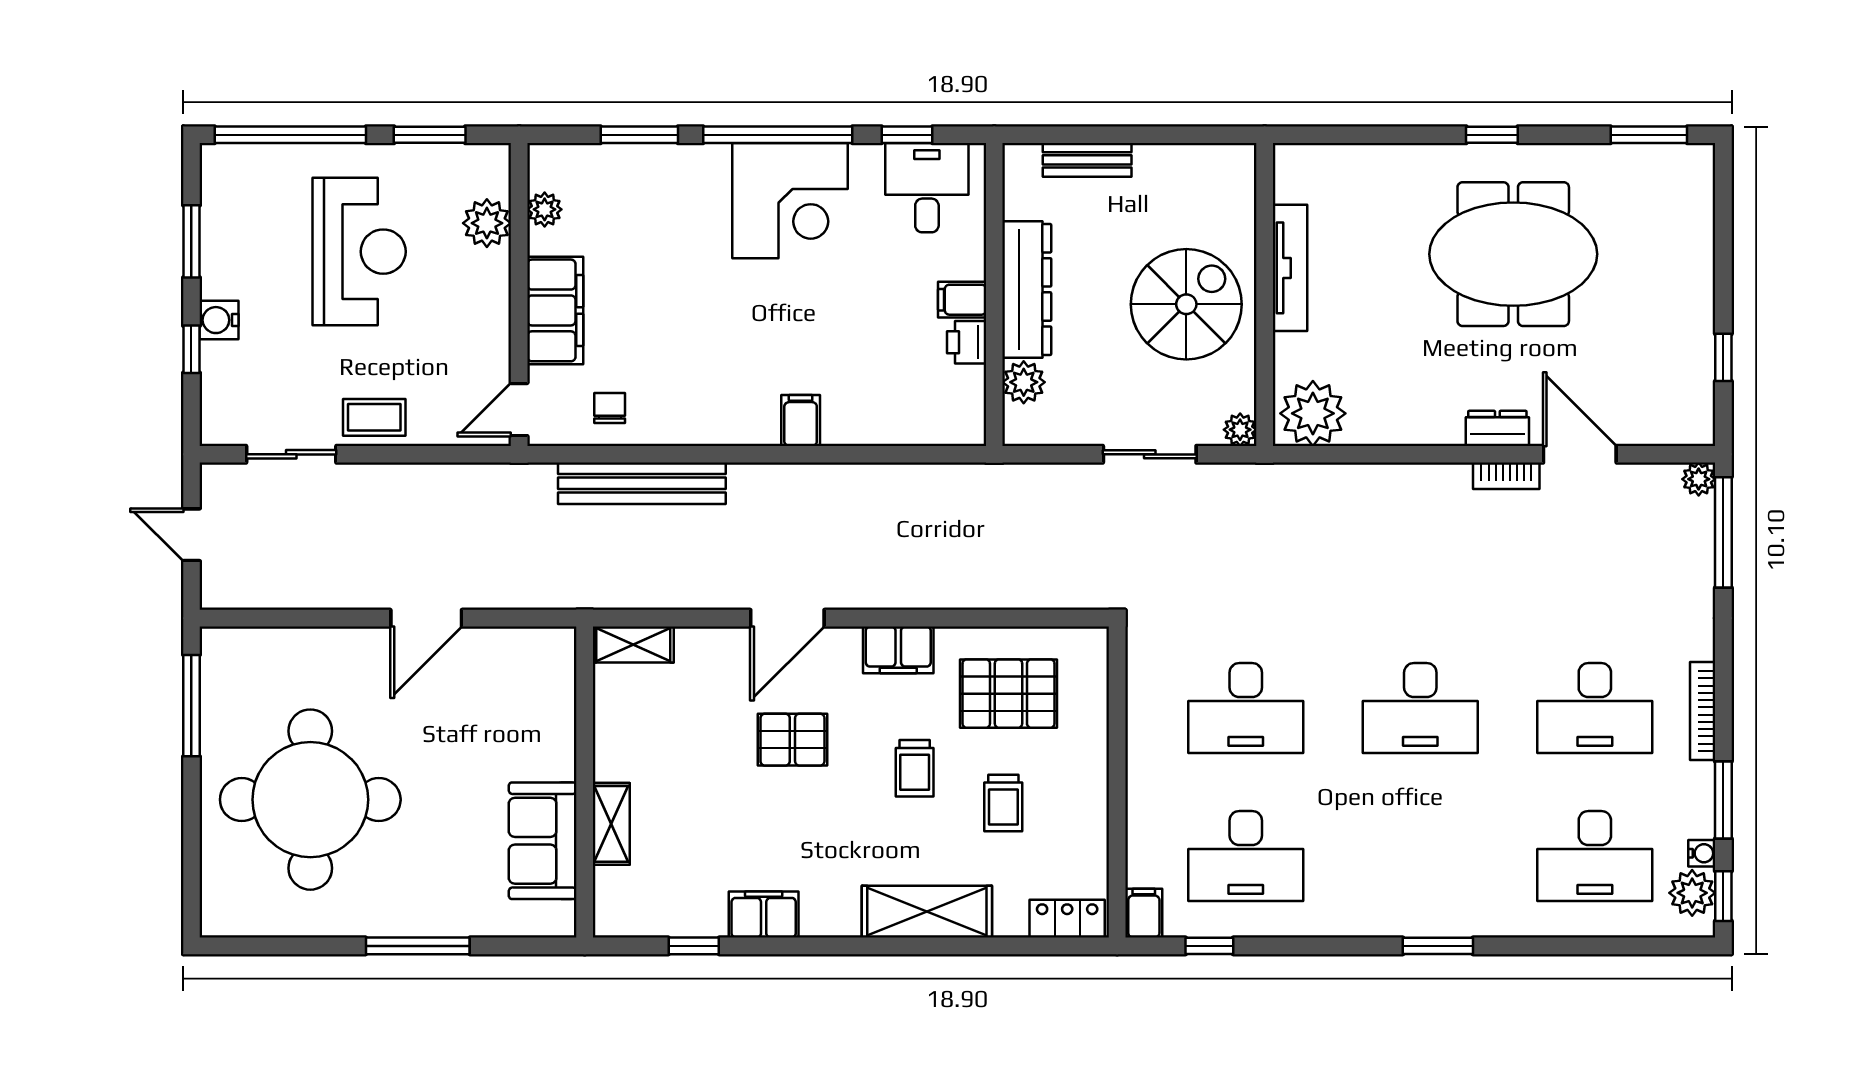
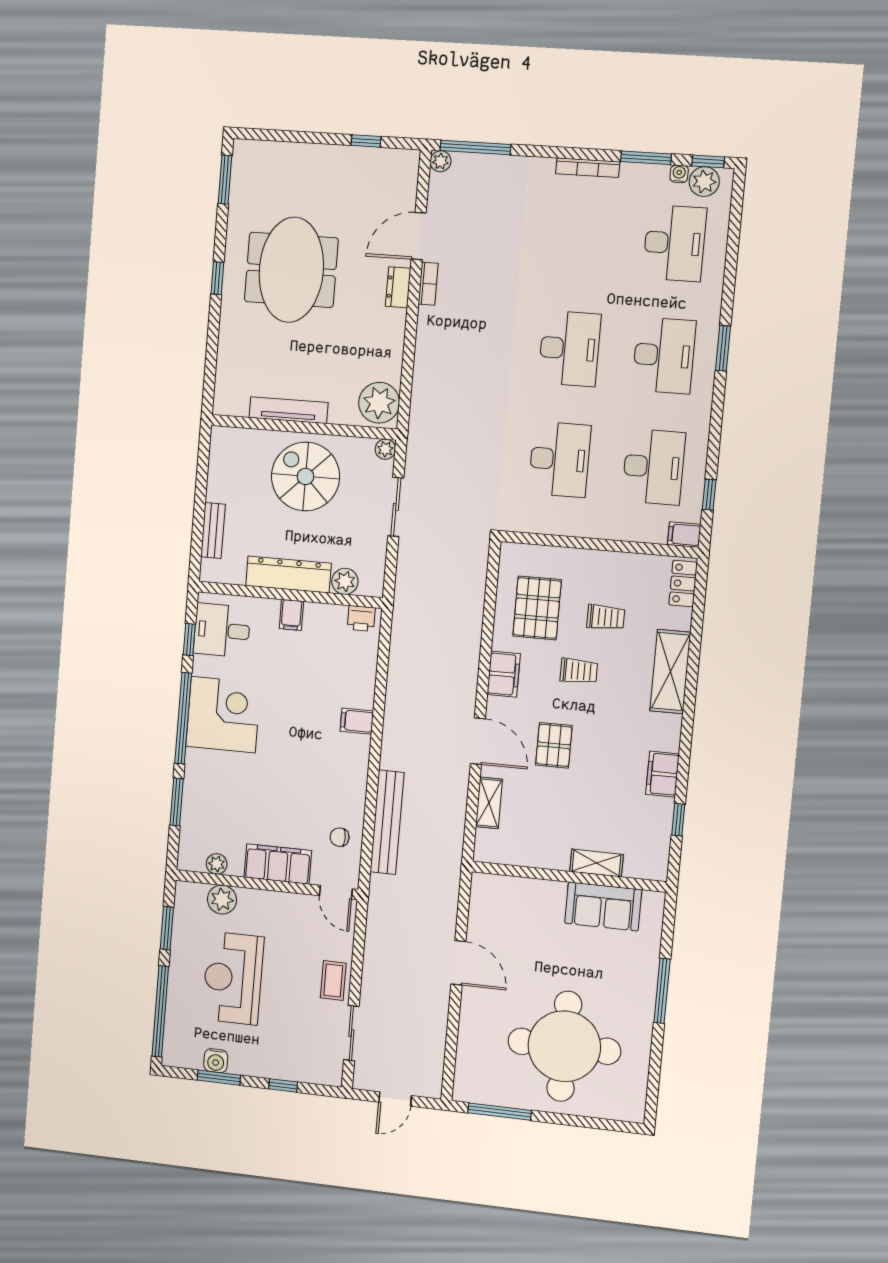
reception desk: (359, 252) -> (233, 978), turned -90
water cooler: (219, 320) -> (216, 1061), moved
printer: (967, 342) -> (361, 618), moved
shelving: (633, 645) -> (489, 803), moved
desk: (1595, 708) -> (664, 355), moved

